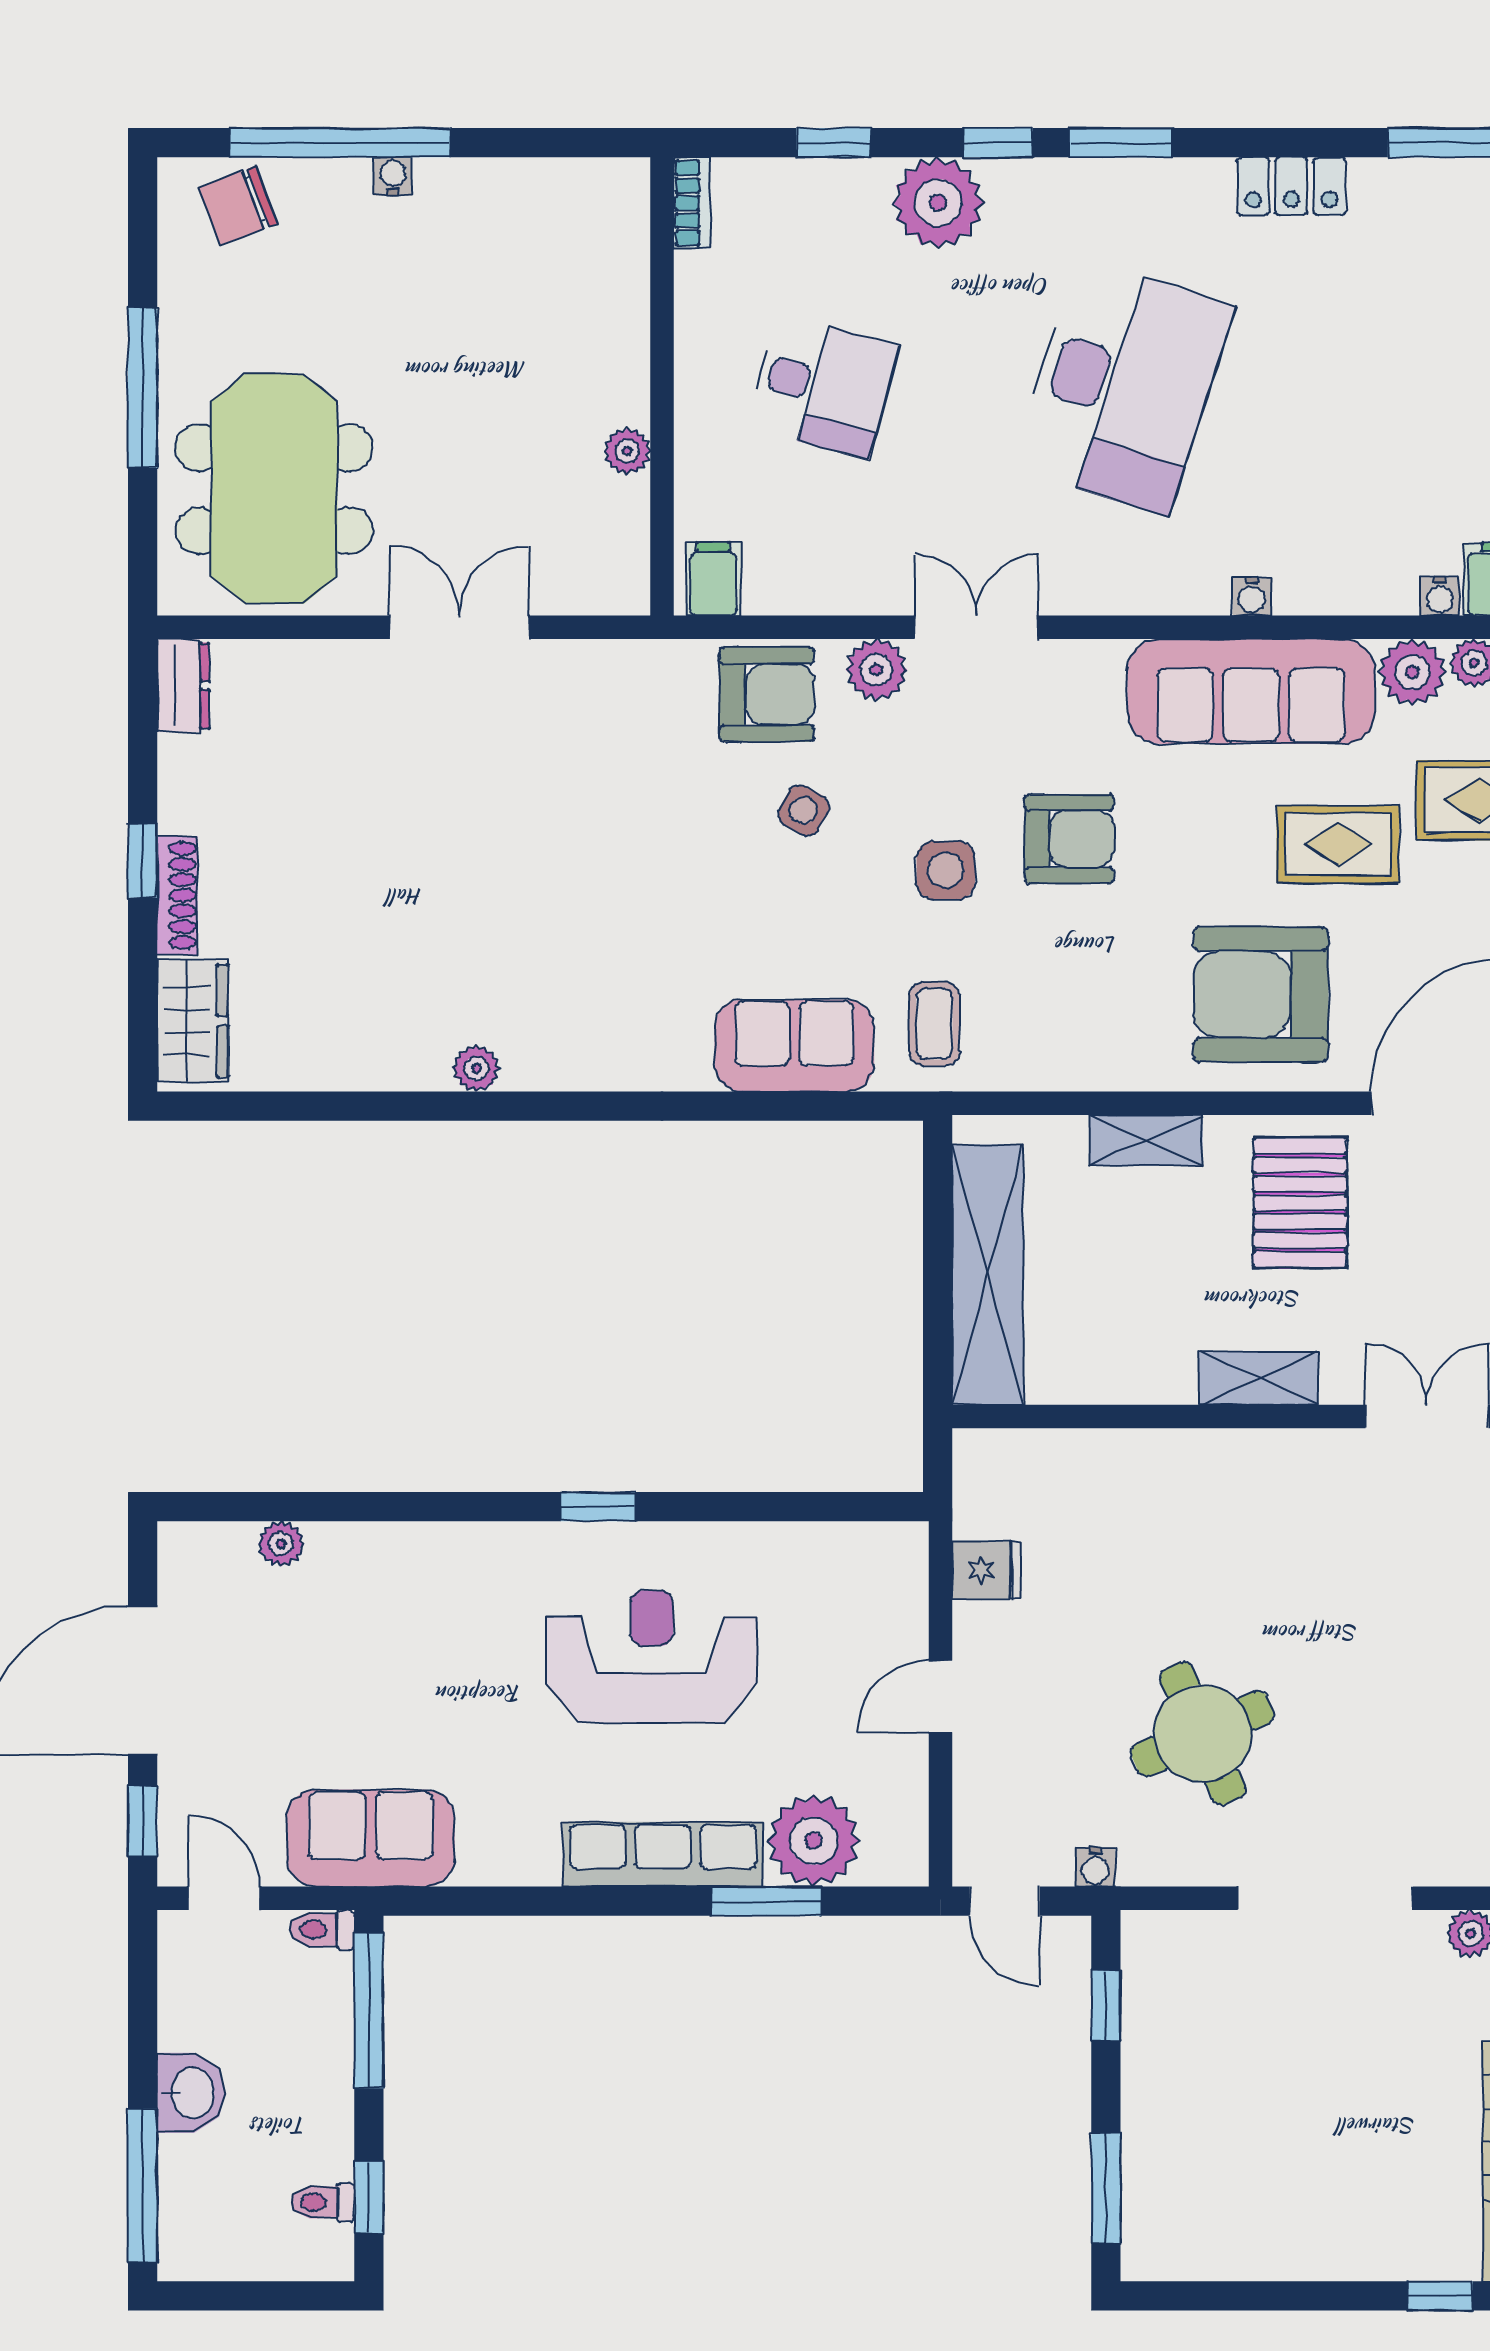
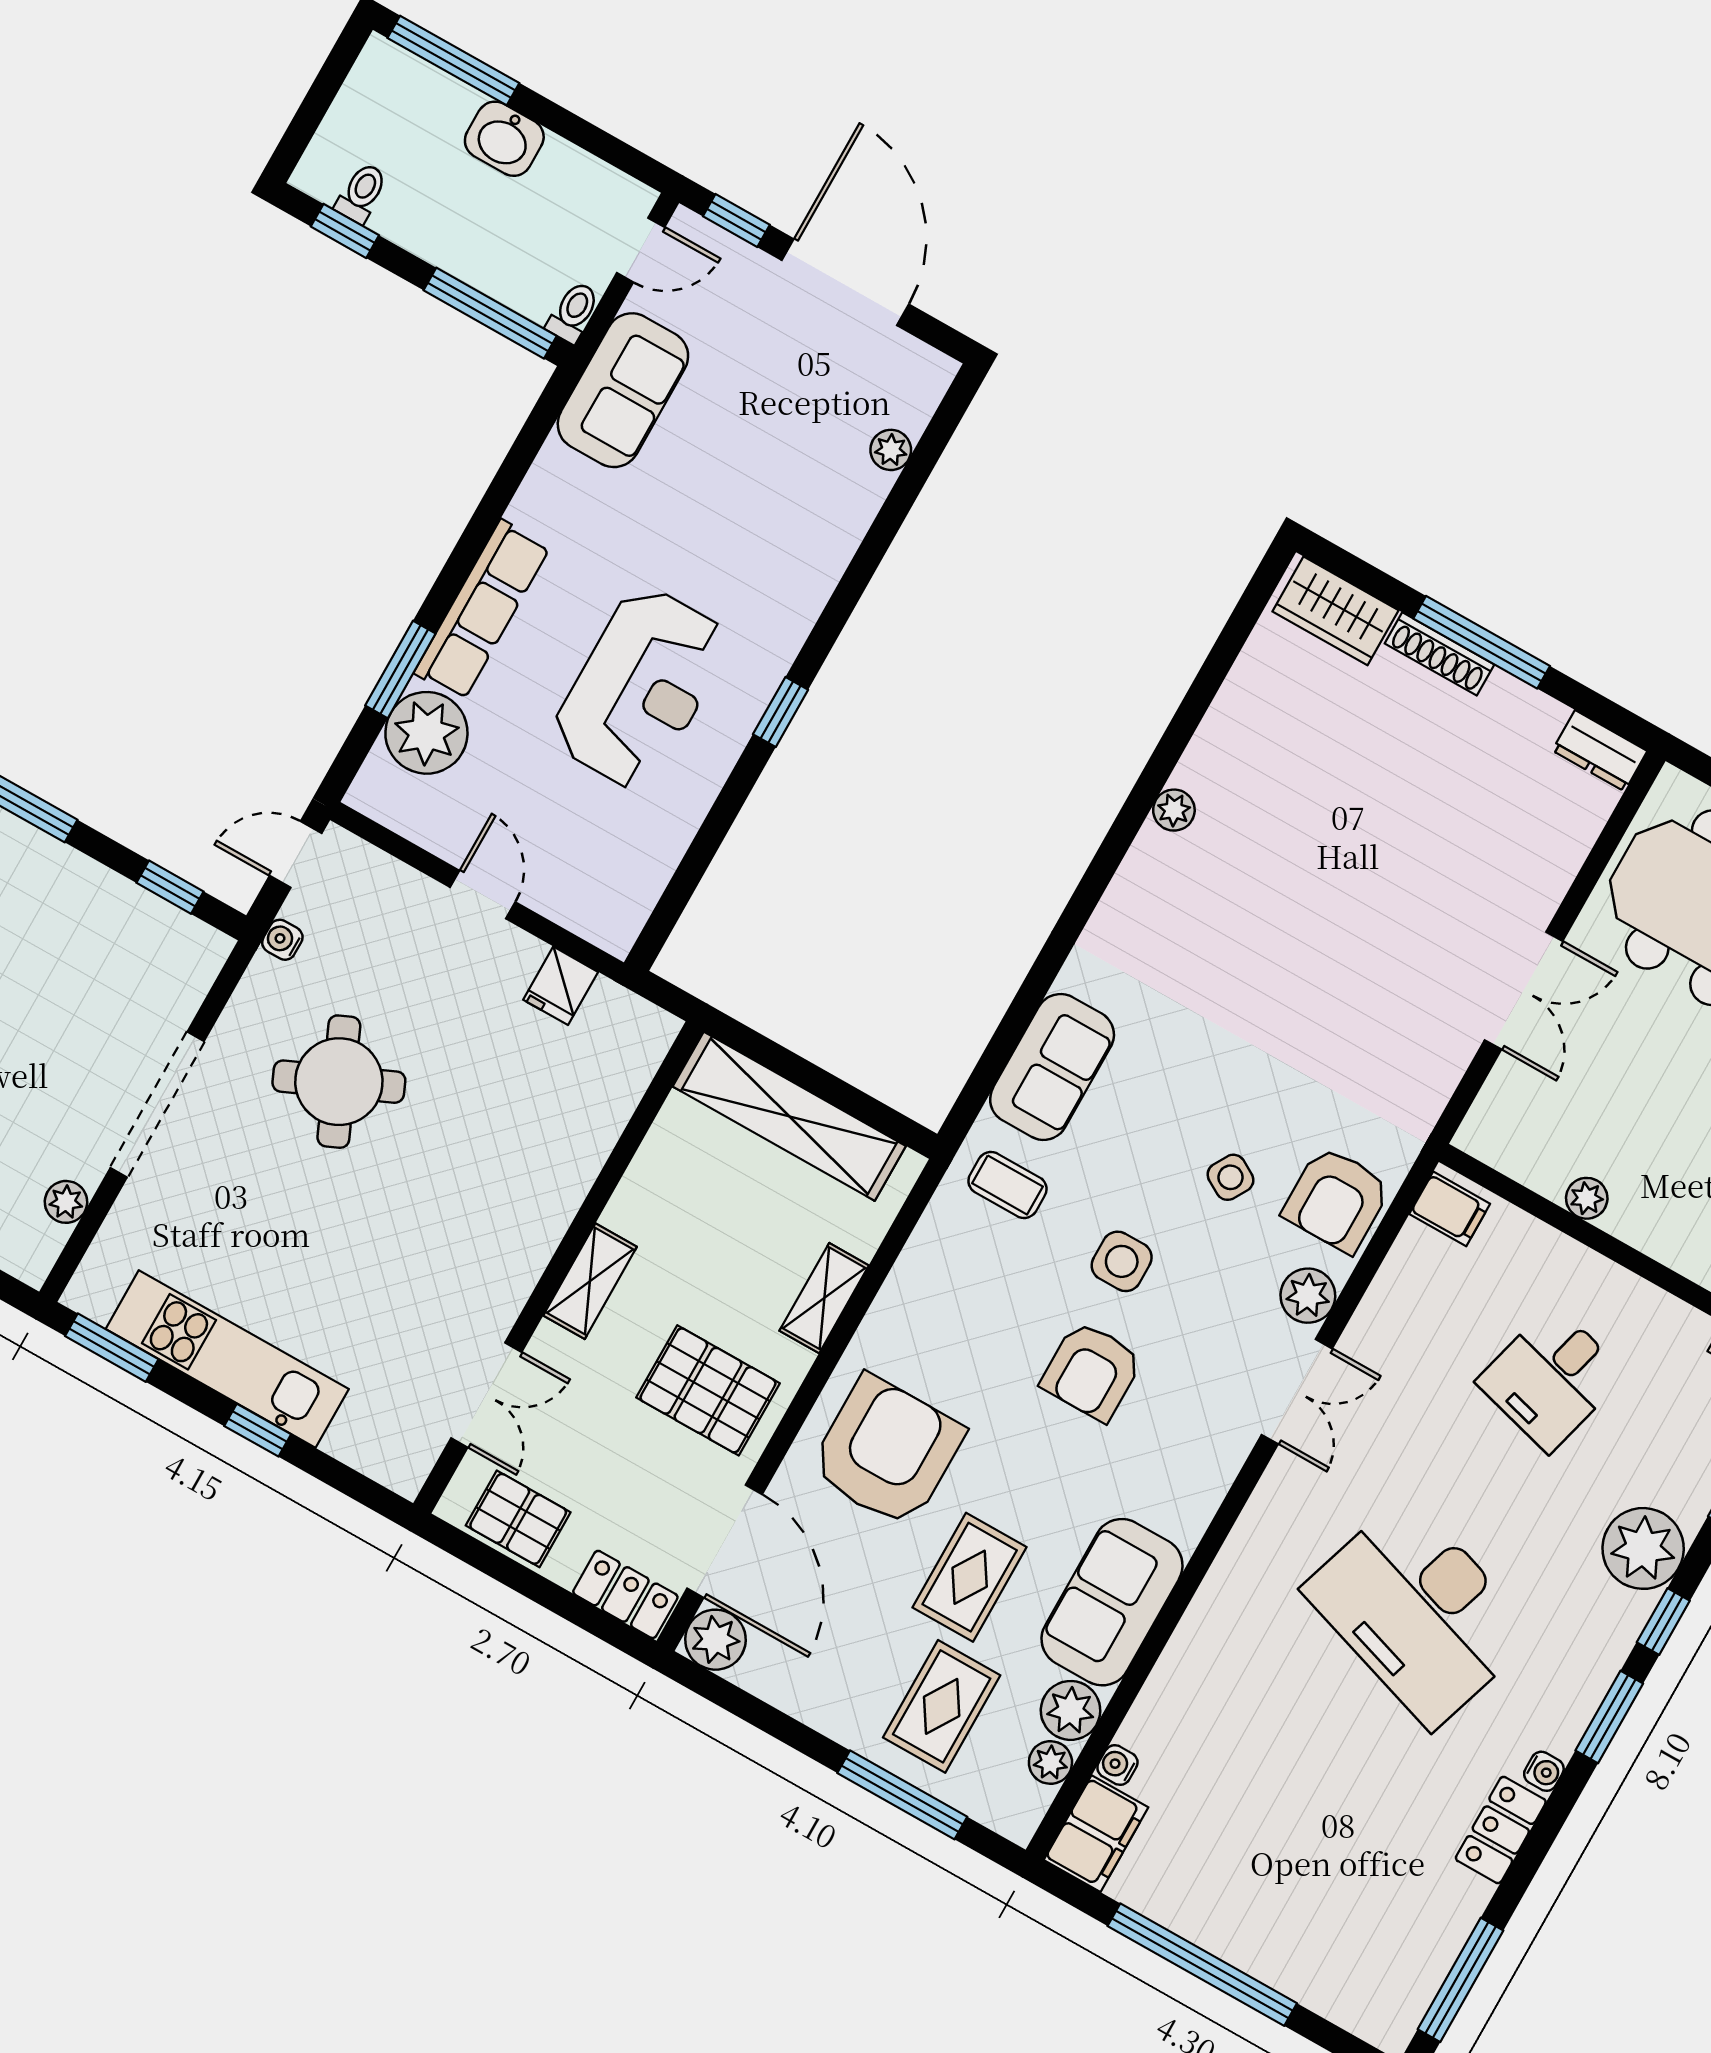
water cooler: (1252, 596) -> (1544, 1771), moved, turned 180
sofa: (1251, 691) -> (1112, 1602), width x0.73
window: (143, 861) -> (1482, 642), width x2.17

